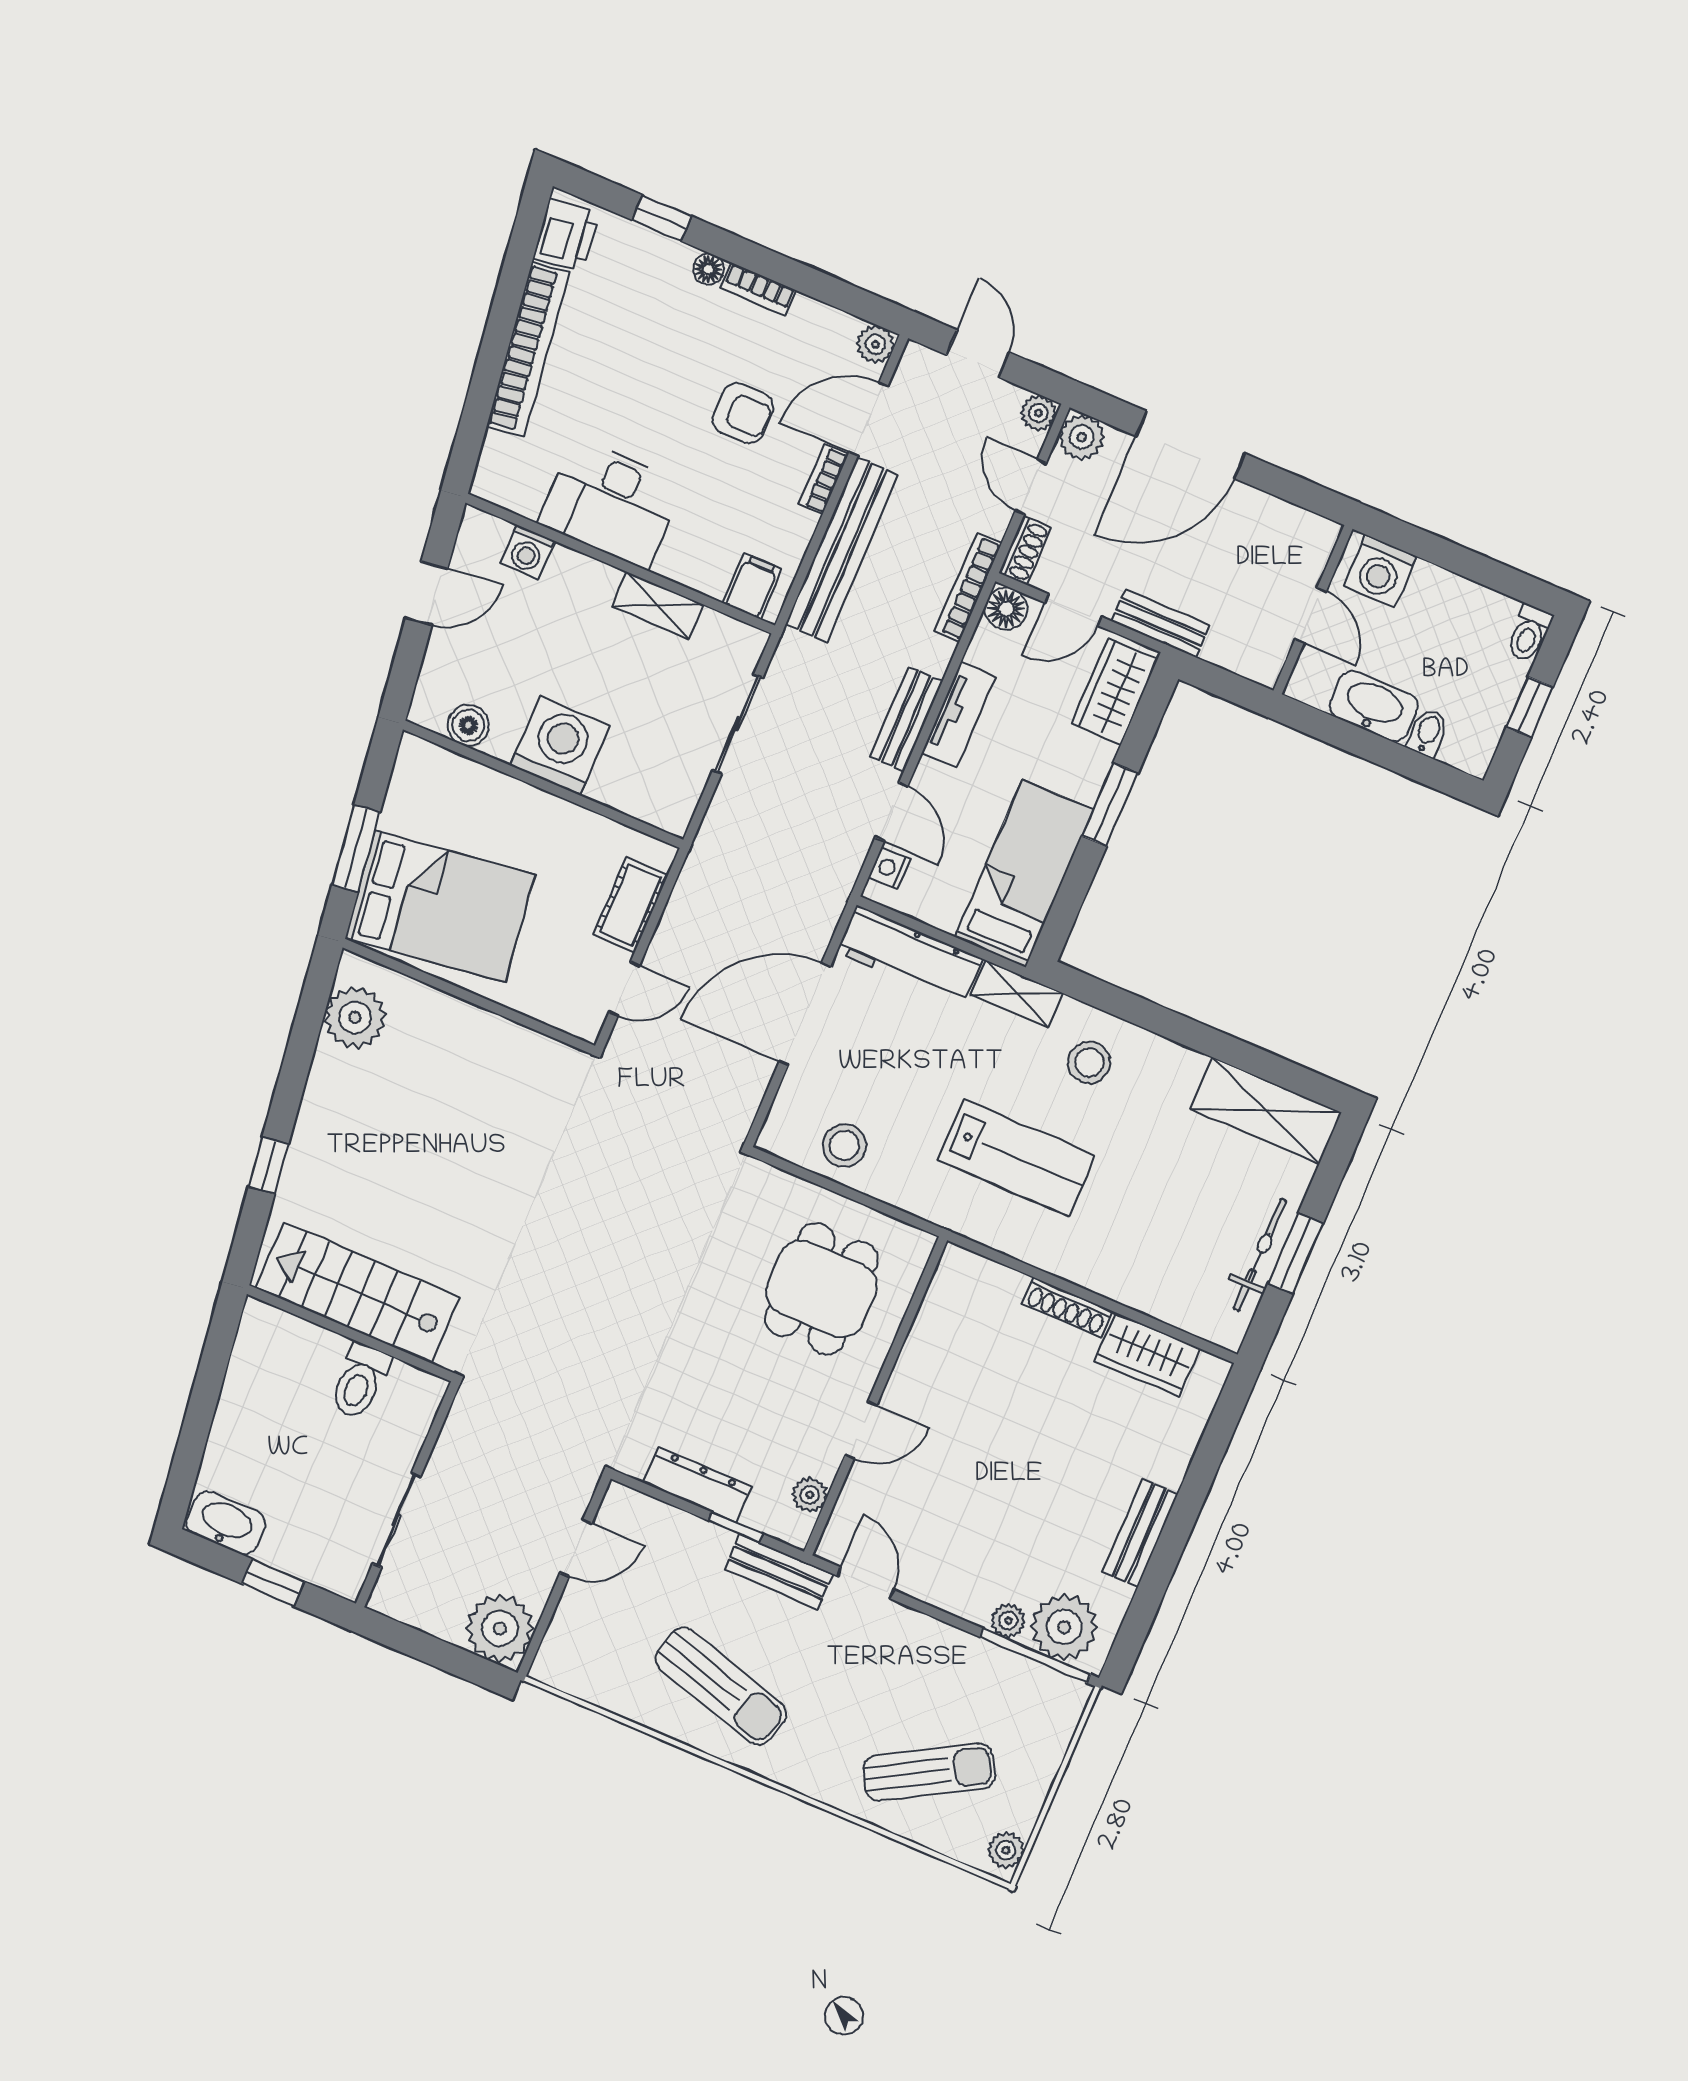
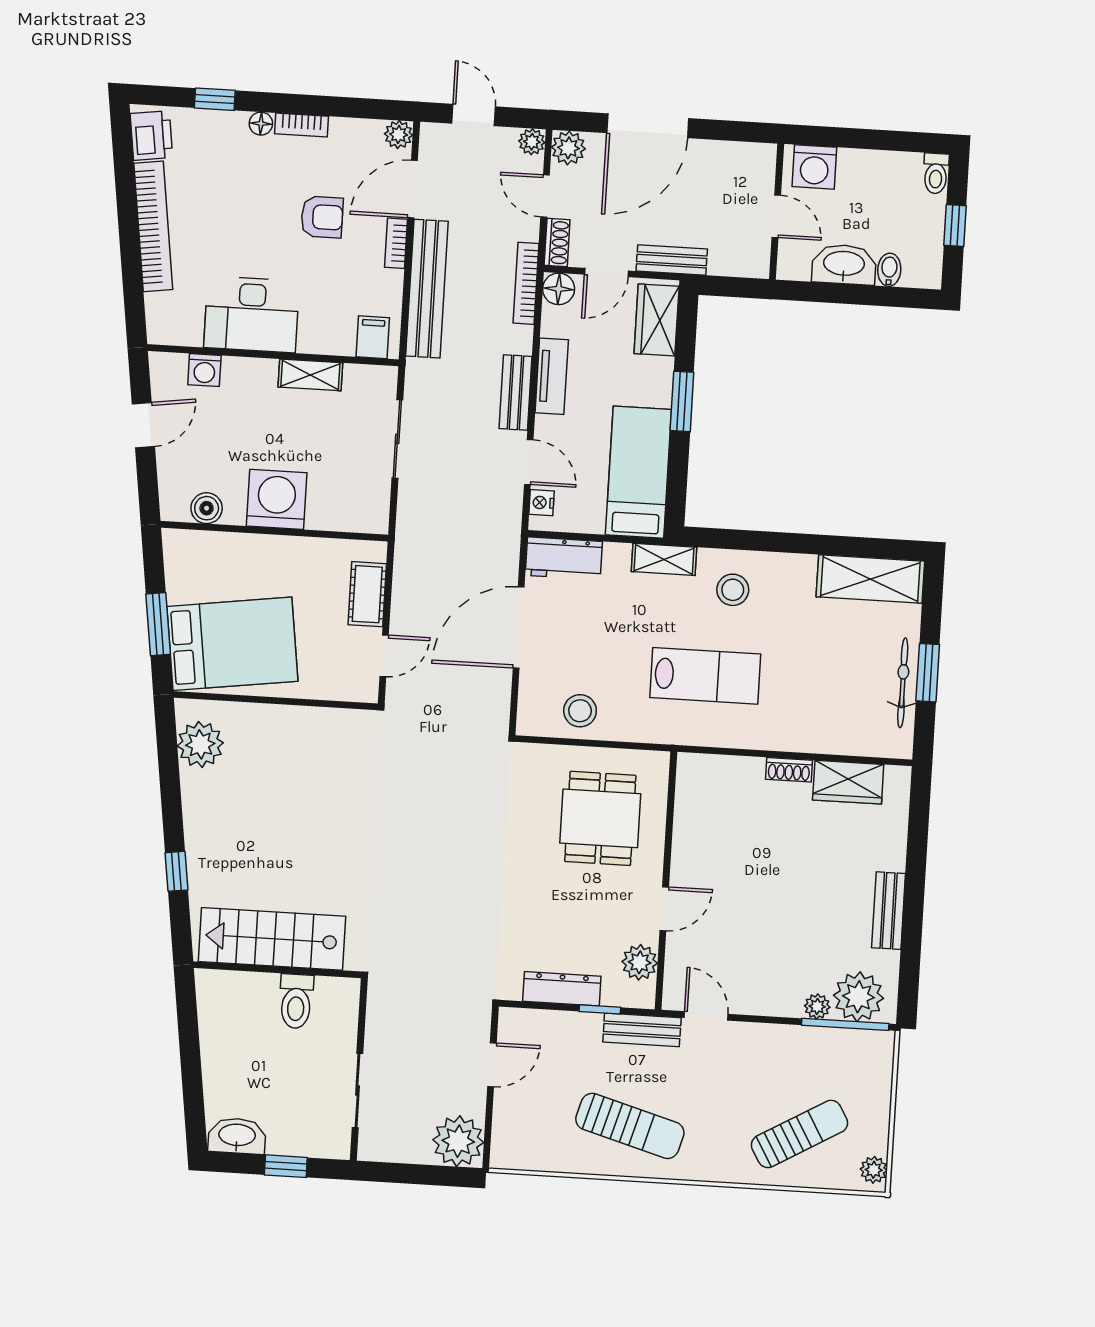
workbench: (909, 955) -> (564, 558), width x0.73
shoe rack: (1067, 1307) -> (789, 770), width x0.70
plant: (810, 1495) -> (640, 962), width x1.38, depth x1.38

